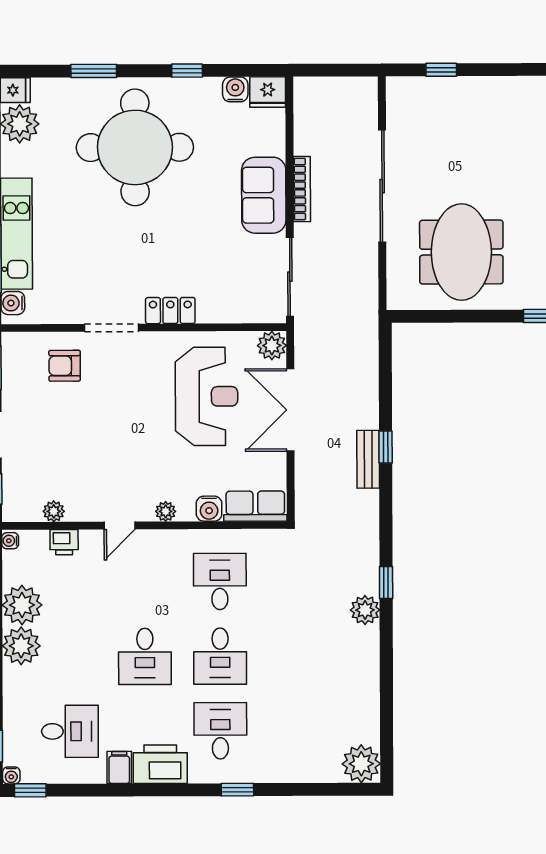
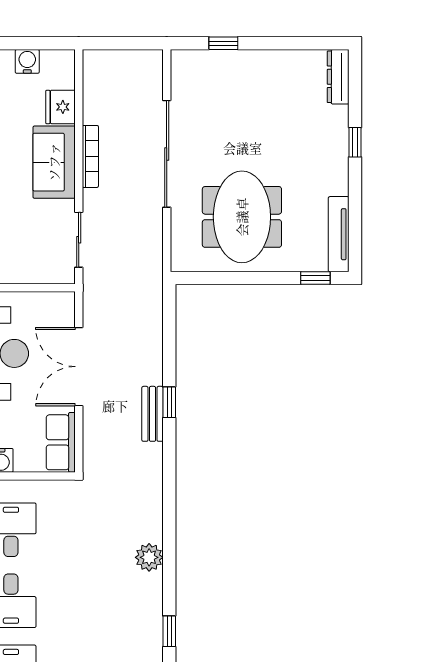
fridge: (268, 92) -> (60, 107), moved, turned 90
sliding door: (290, 277) -> (79, 240), width x0.73
plant: (272, 346) -> (61, 305), removed
row of seats: (255, 506) -> (61, 442), moved, turned -90
window: (386, 582) -> (169, 631), moved

